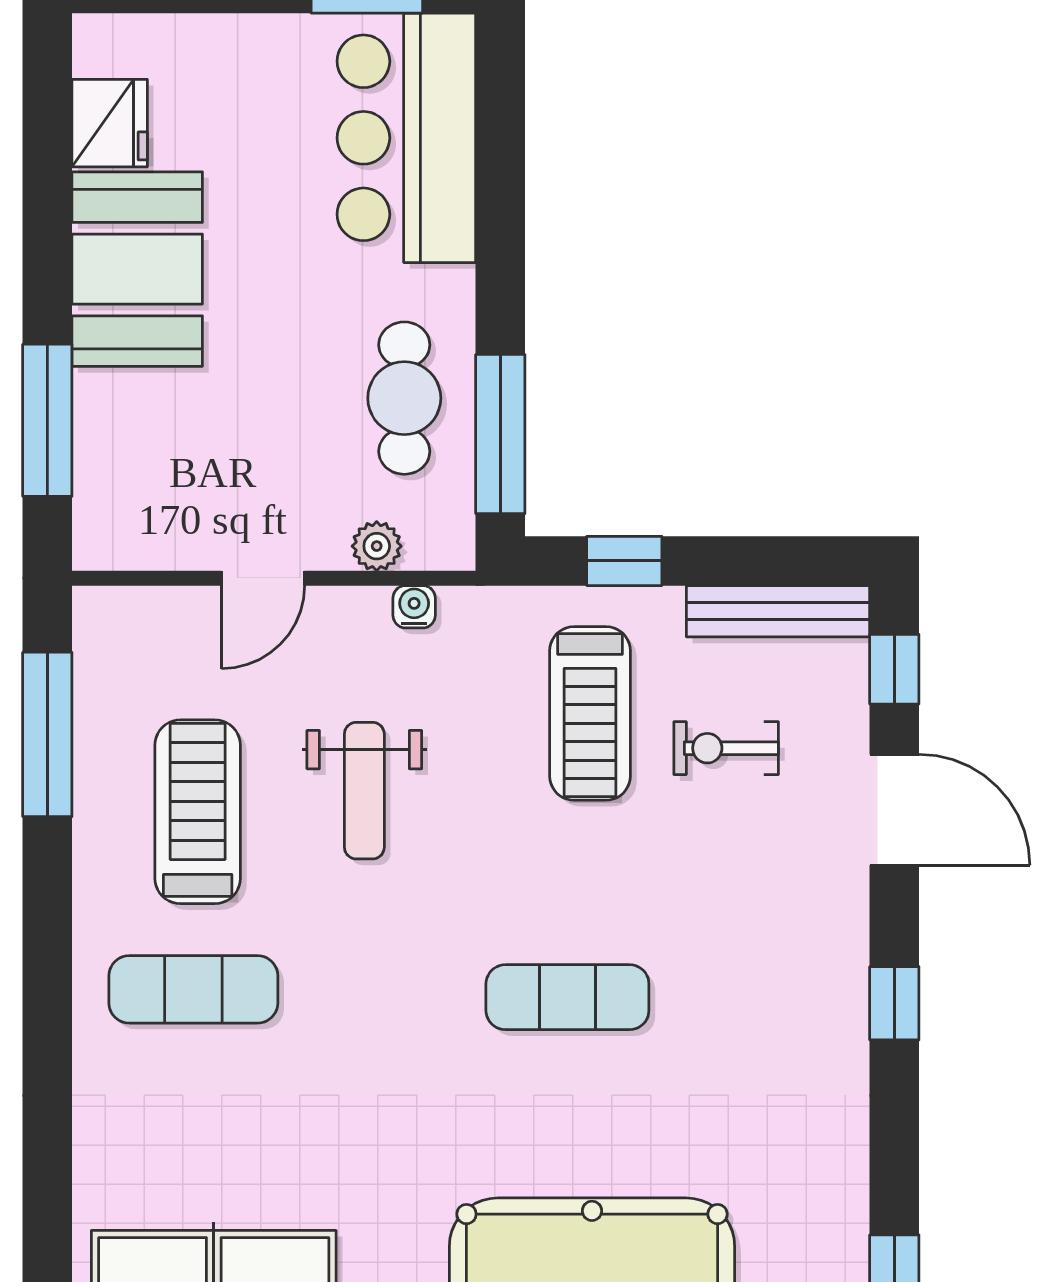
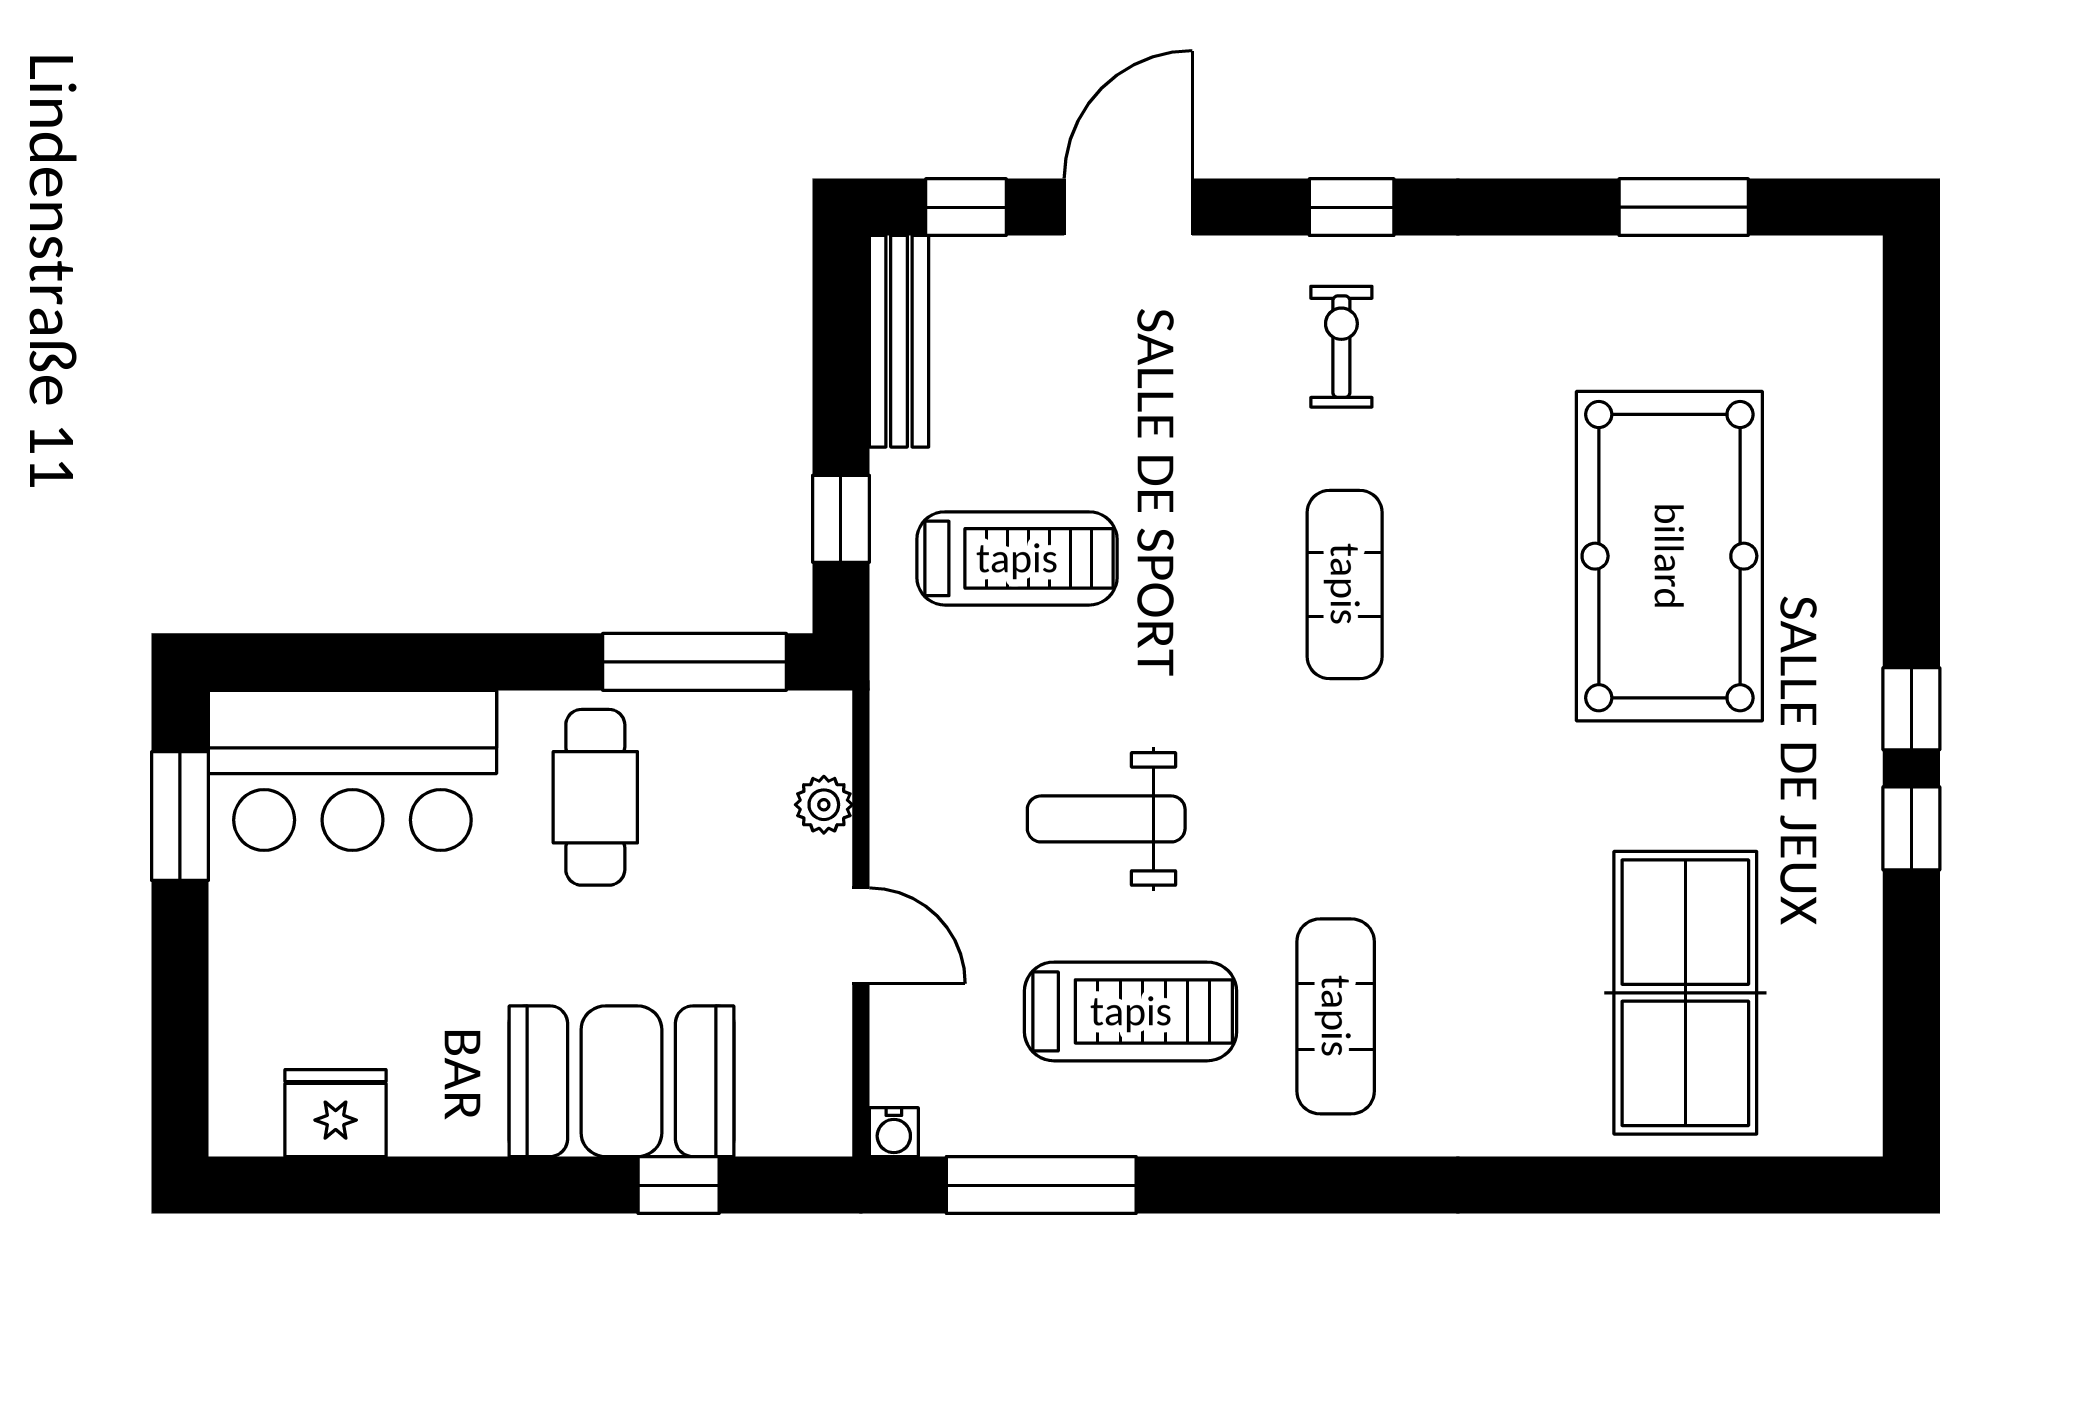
booth: (137, 269) -> (621, 1081), moved
cafe table: (404, 398) -> (595, 797), moved, turned 90
window: (47, 420) -> (679, 1185), width x0.46
water cooler: (414, 607) -> (894, 1132), moved, turned -90
exercise bike: (726, 748) -> (1341, 347), moved, turned 180
weight bench: (364, 791) -> (1106, 819), turned 180
treadmill: (198, 812) -> (1131, 1011), turned 180

